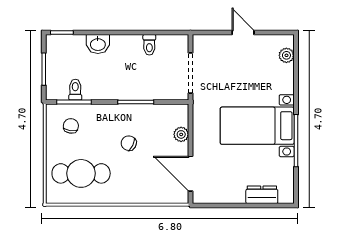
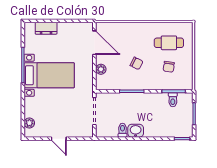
washbasin: (98, 44) -> (136, 131), moved
chair: (71, 126) -> (169, 67), moved
cafe table: (81, 173) -> (169, 43), width x0.73, depth x0.74

